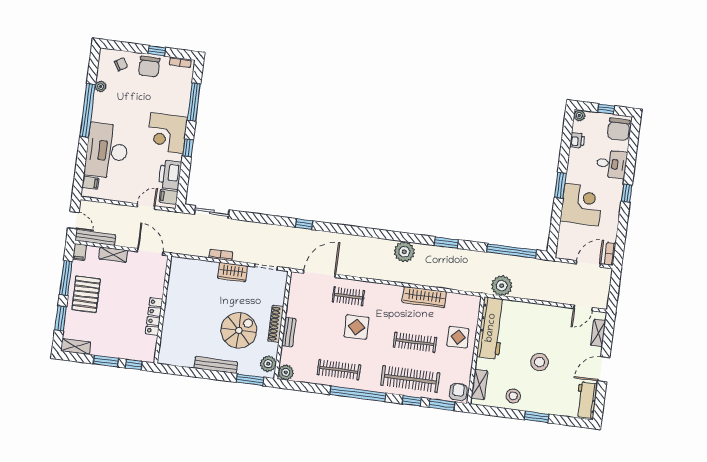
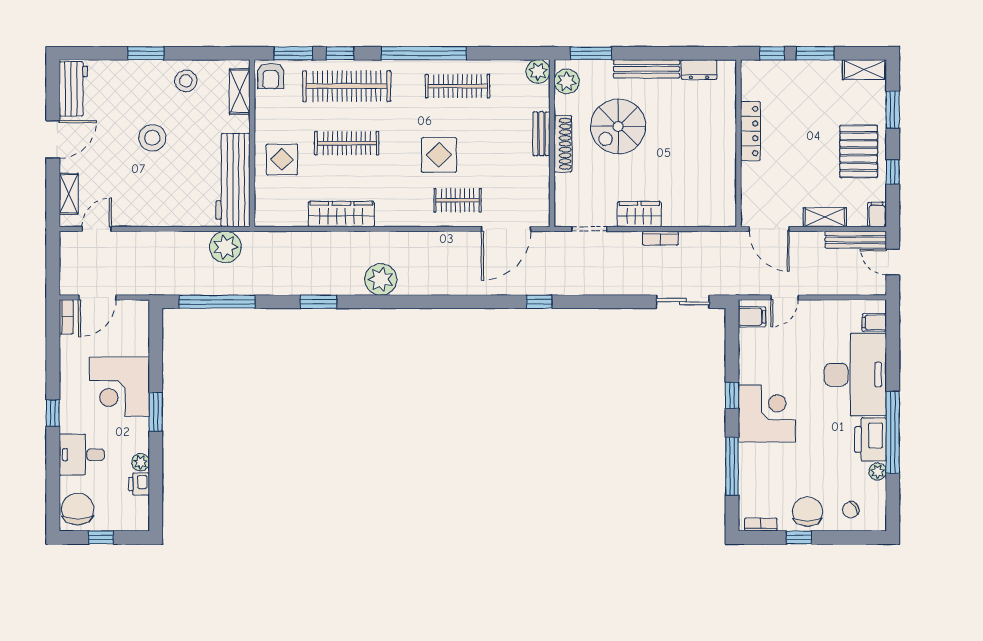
plant: (579, 116) -> (141, 462), moved
printer: (170, 175) -> (871, 439), moved, turned 180
window: (66, 278) -> (893, 172), width x0.46
dresser: (182, 360) -> (699, 70), added

